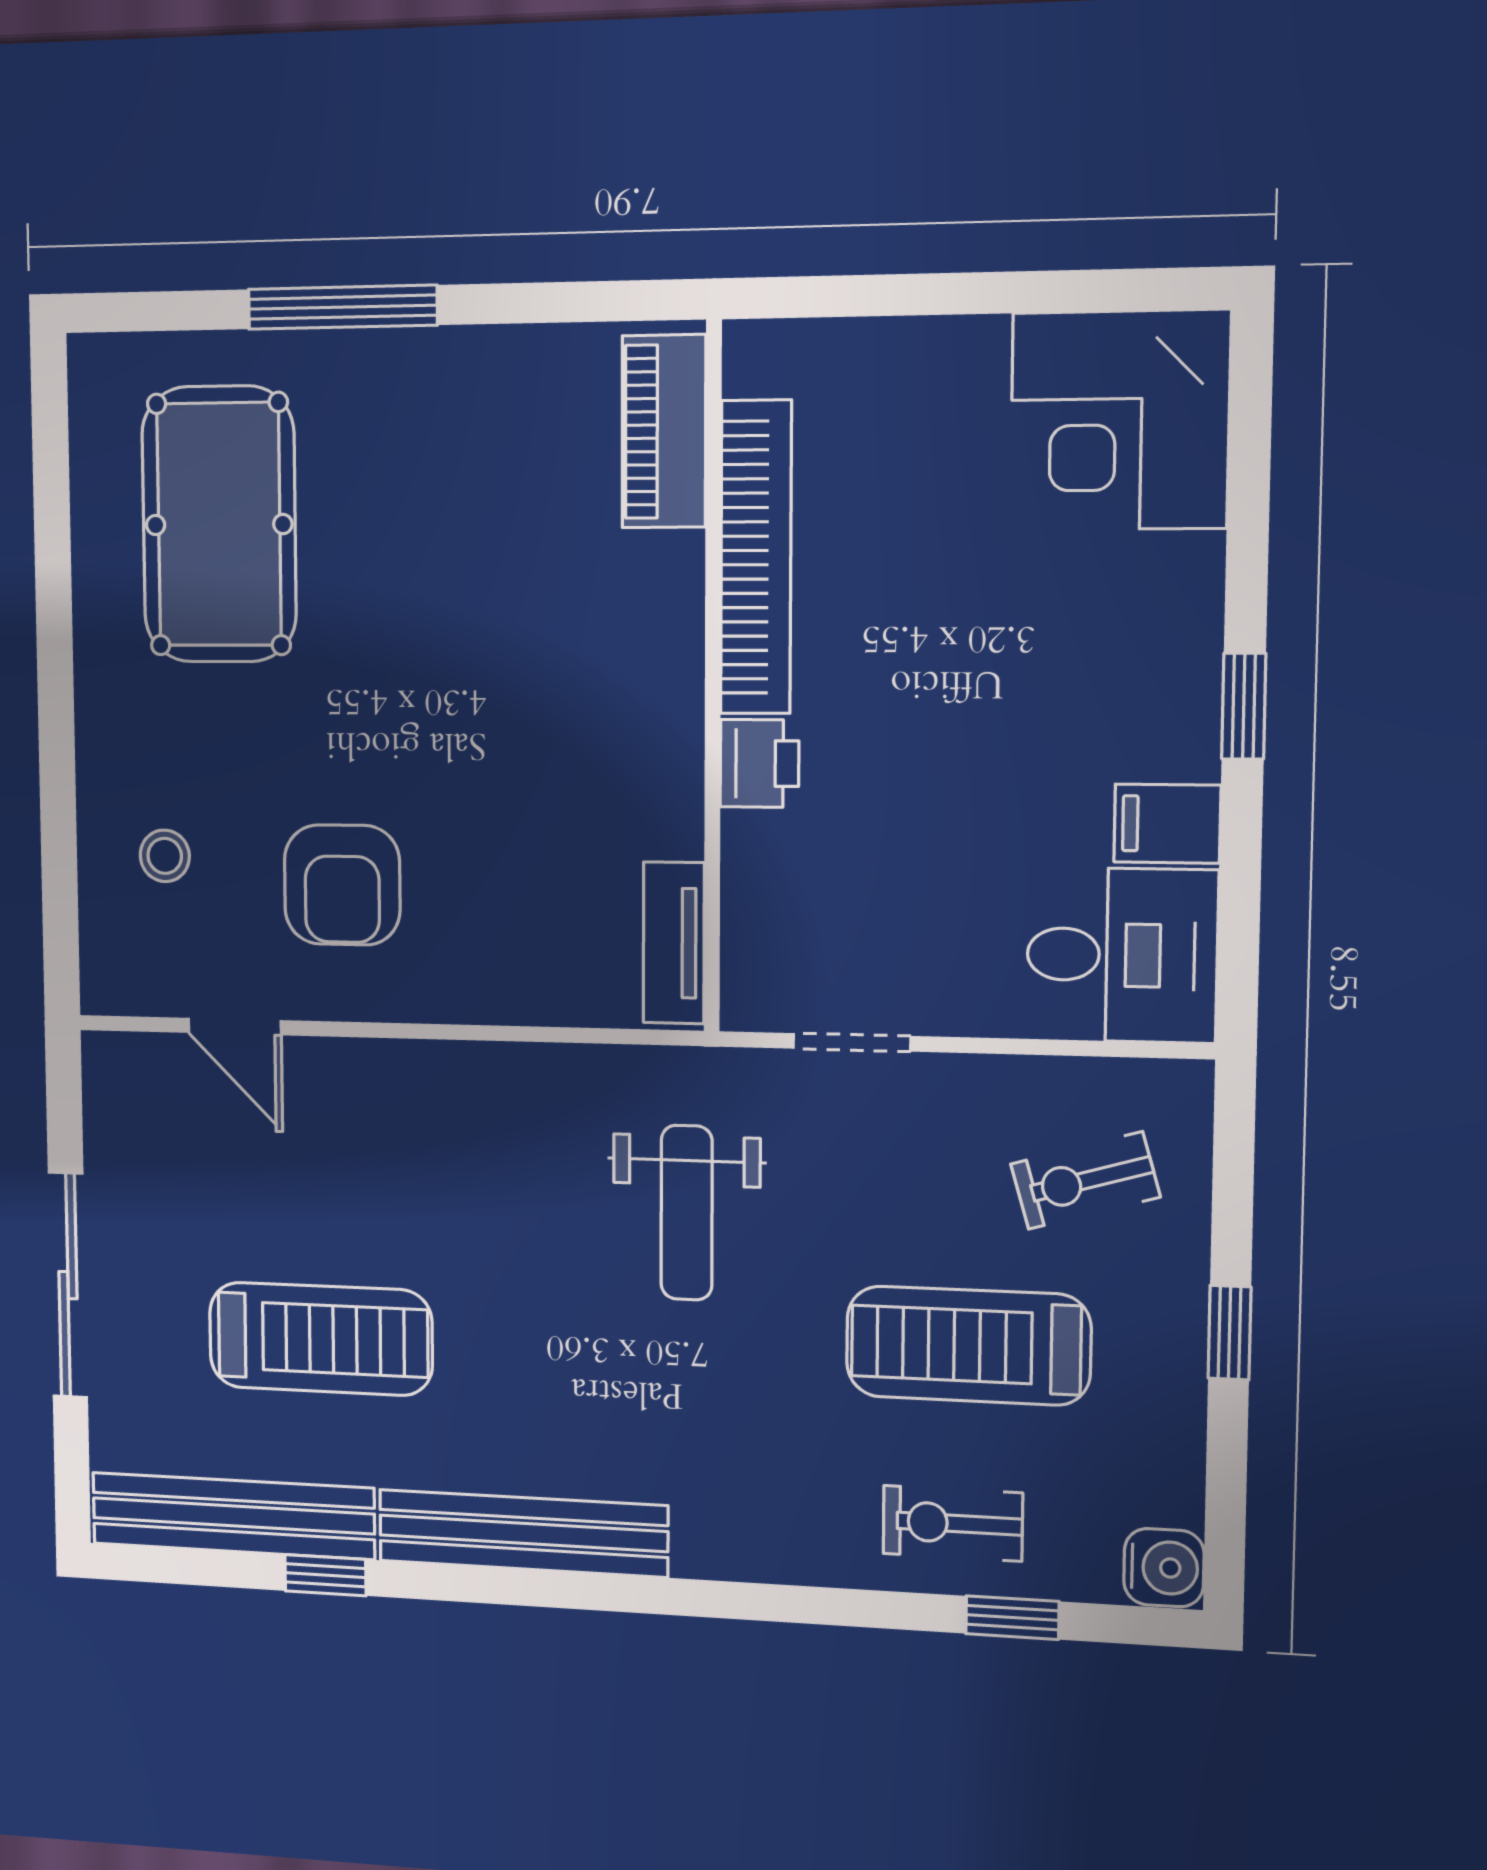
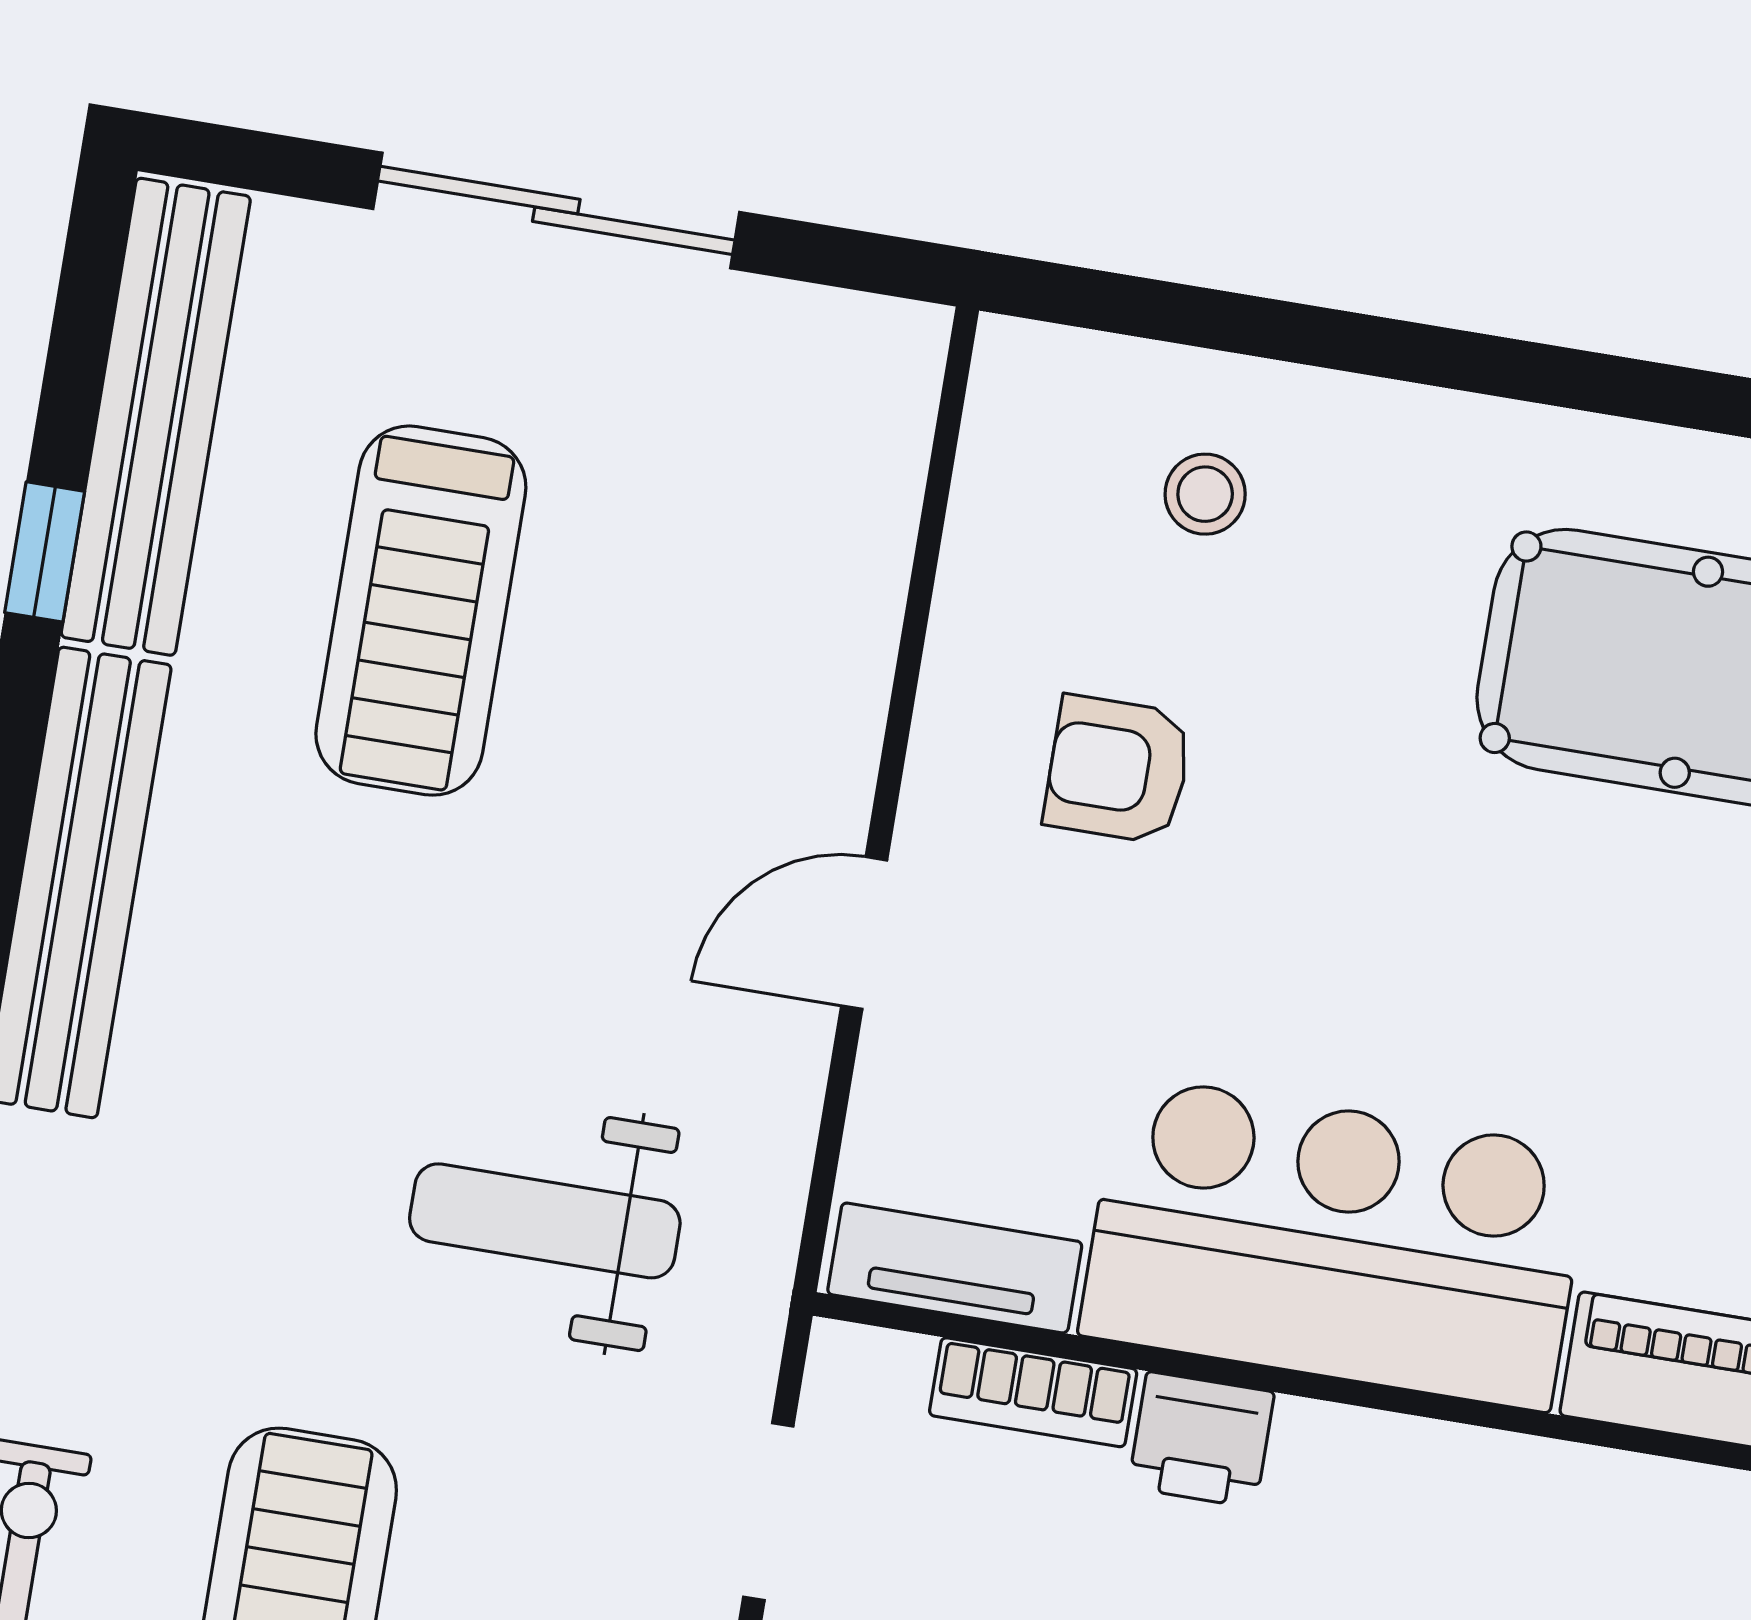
bookcase: (756, 558) -> (1033, 1392), moved, width x0.43, depth x0.76
bar counter: (617, 696) -> (1335, 1243), added
armchair: (342, 885) -> (1118, 770), width x0.72, depth x0.72
door: (235, 1027) -> (864, 933), moved

